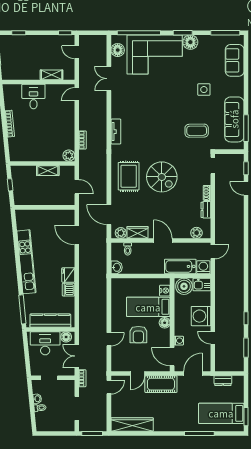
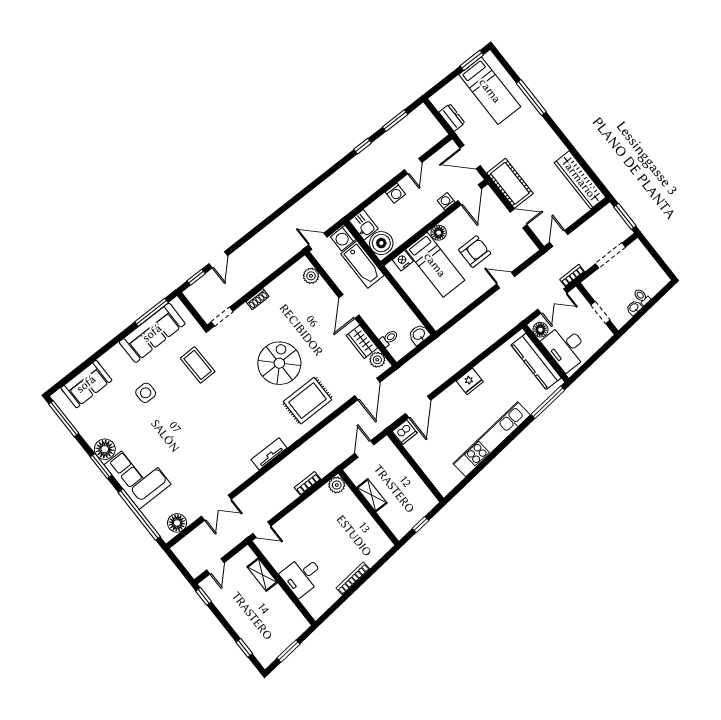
corner sofa: (155, 54) -> (138, 474), width x0.73, depth x0.74
dresser: (206, 210) -> (277, 285), removed
dishwasher: (69, 290) -> (405, 432), moved
washing machine: (201, 316) -> (395, 193), width x0.53, depth x0.53
door: (109, 387) -> (559, 238), hinge flipped

